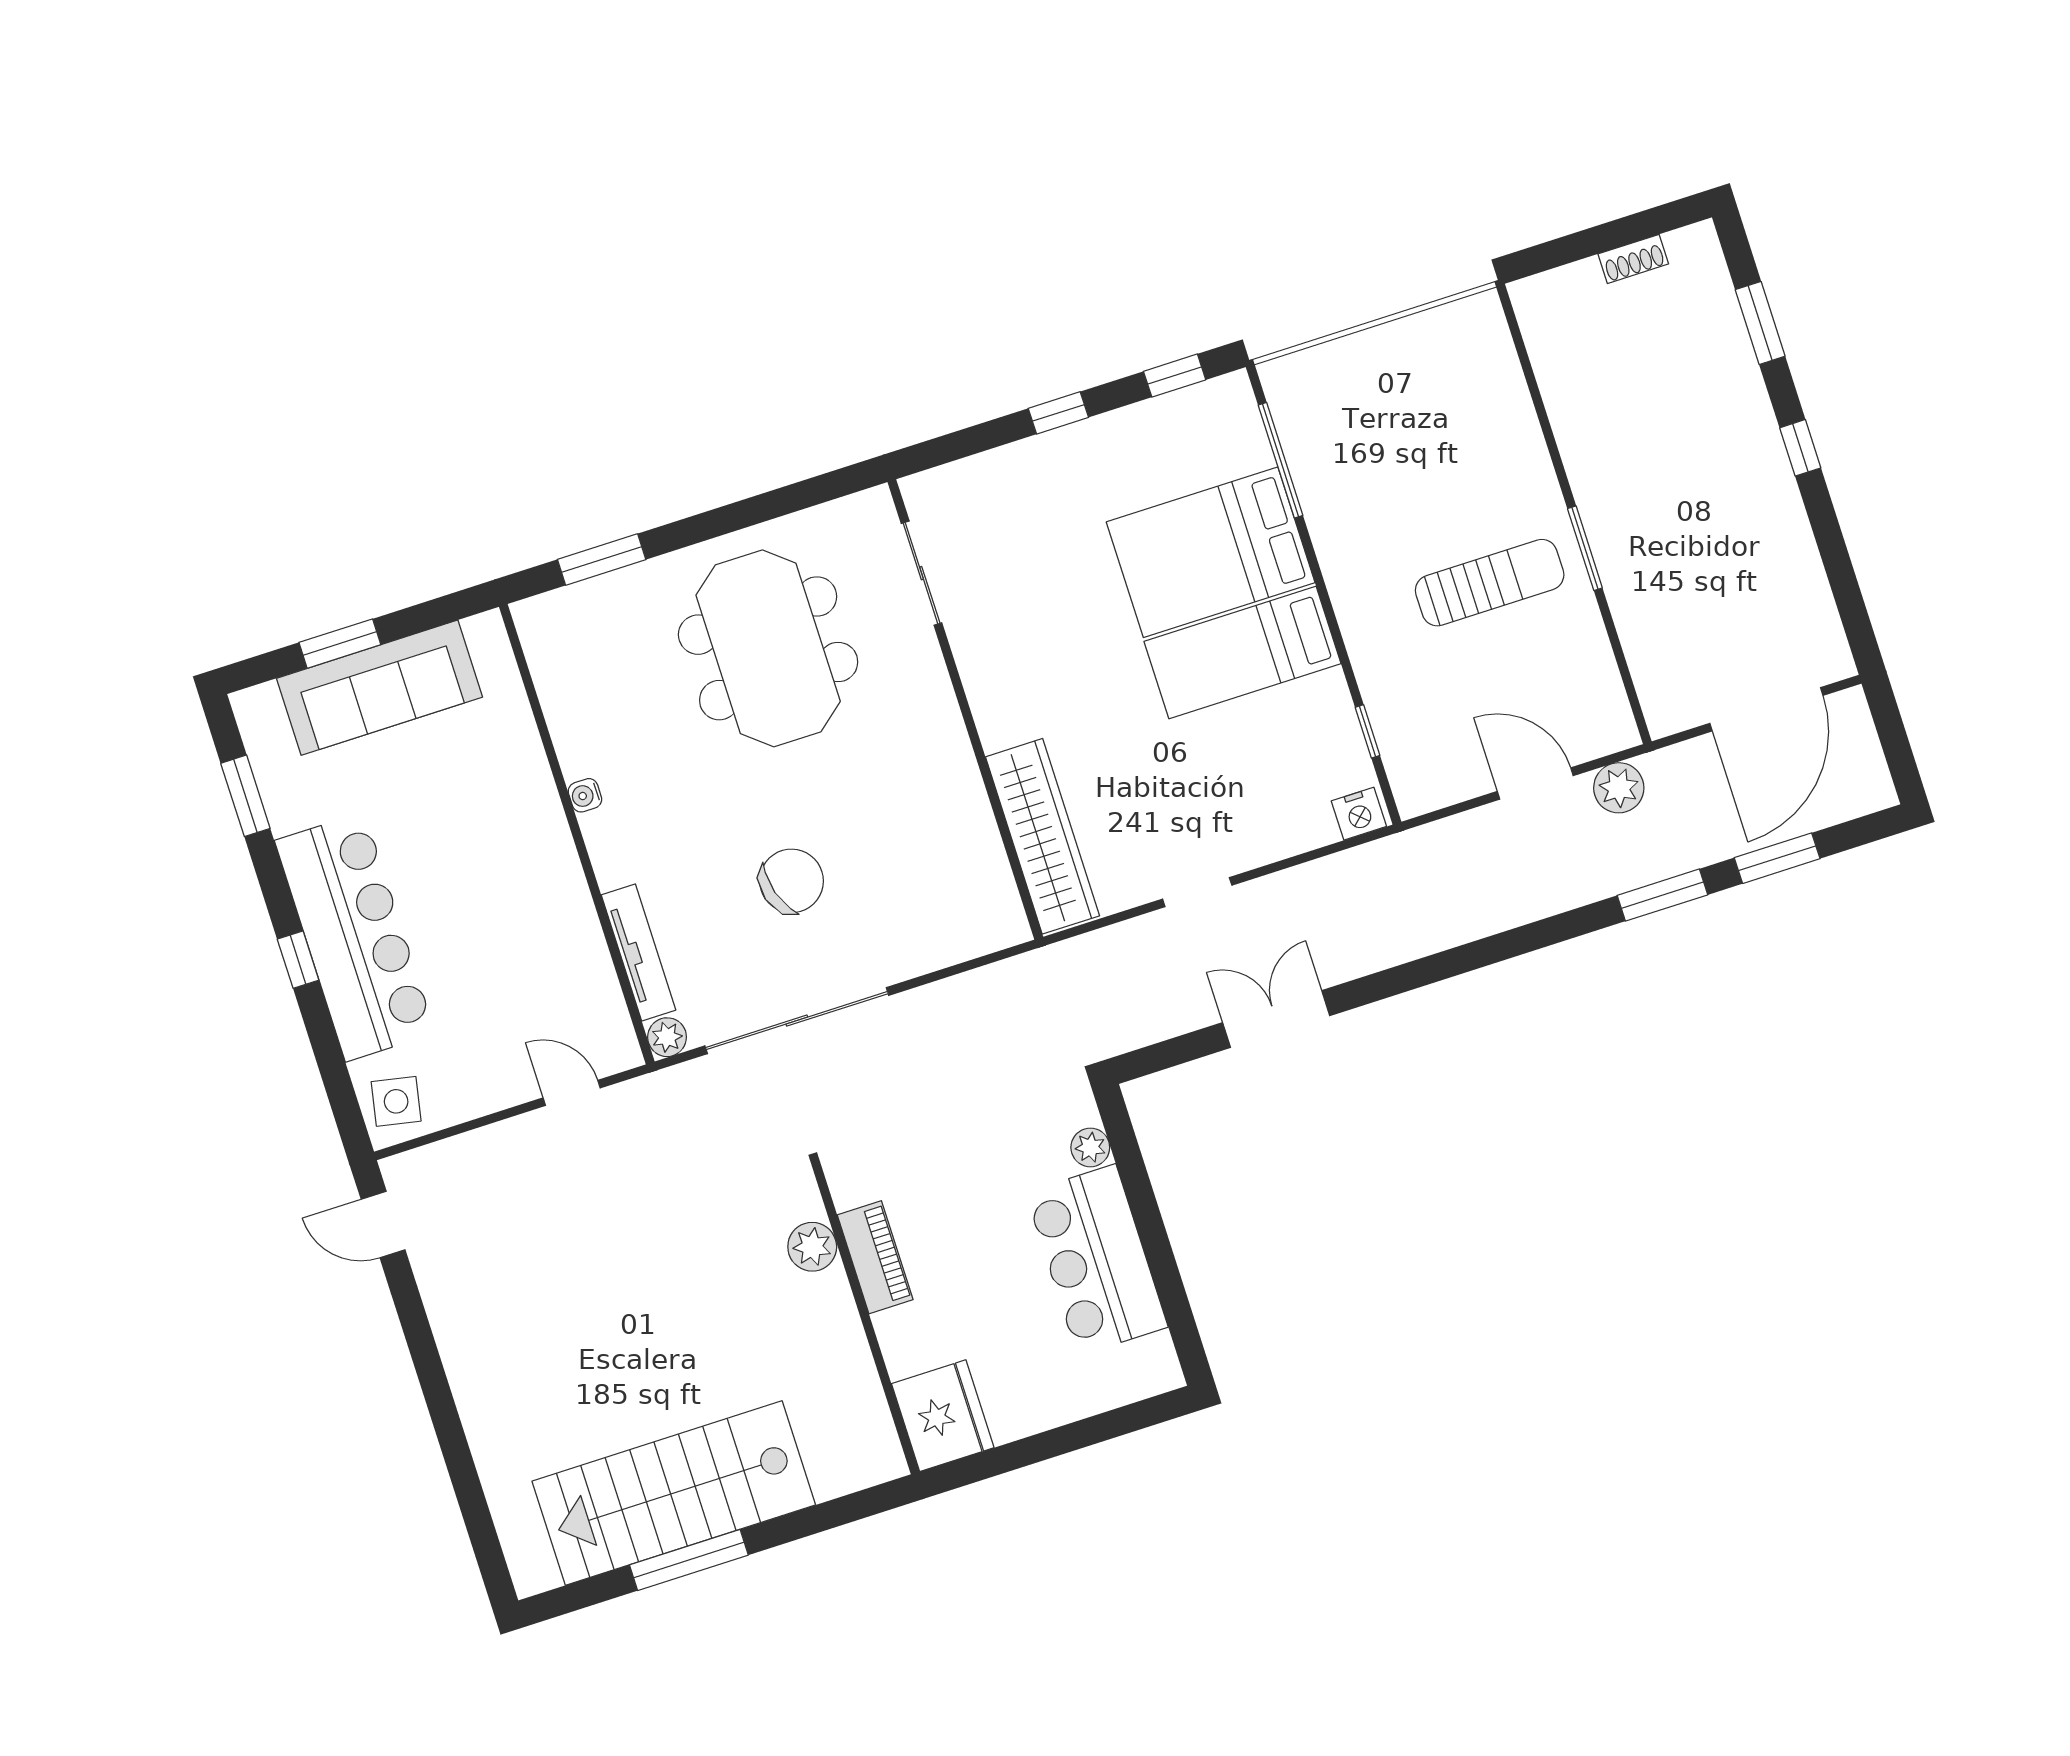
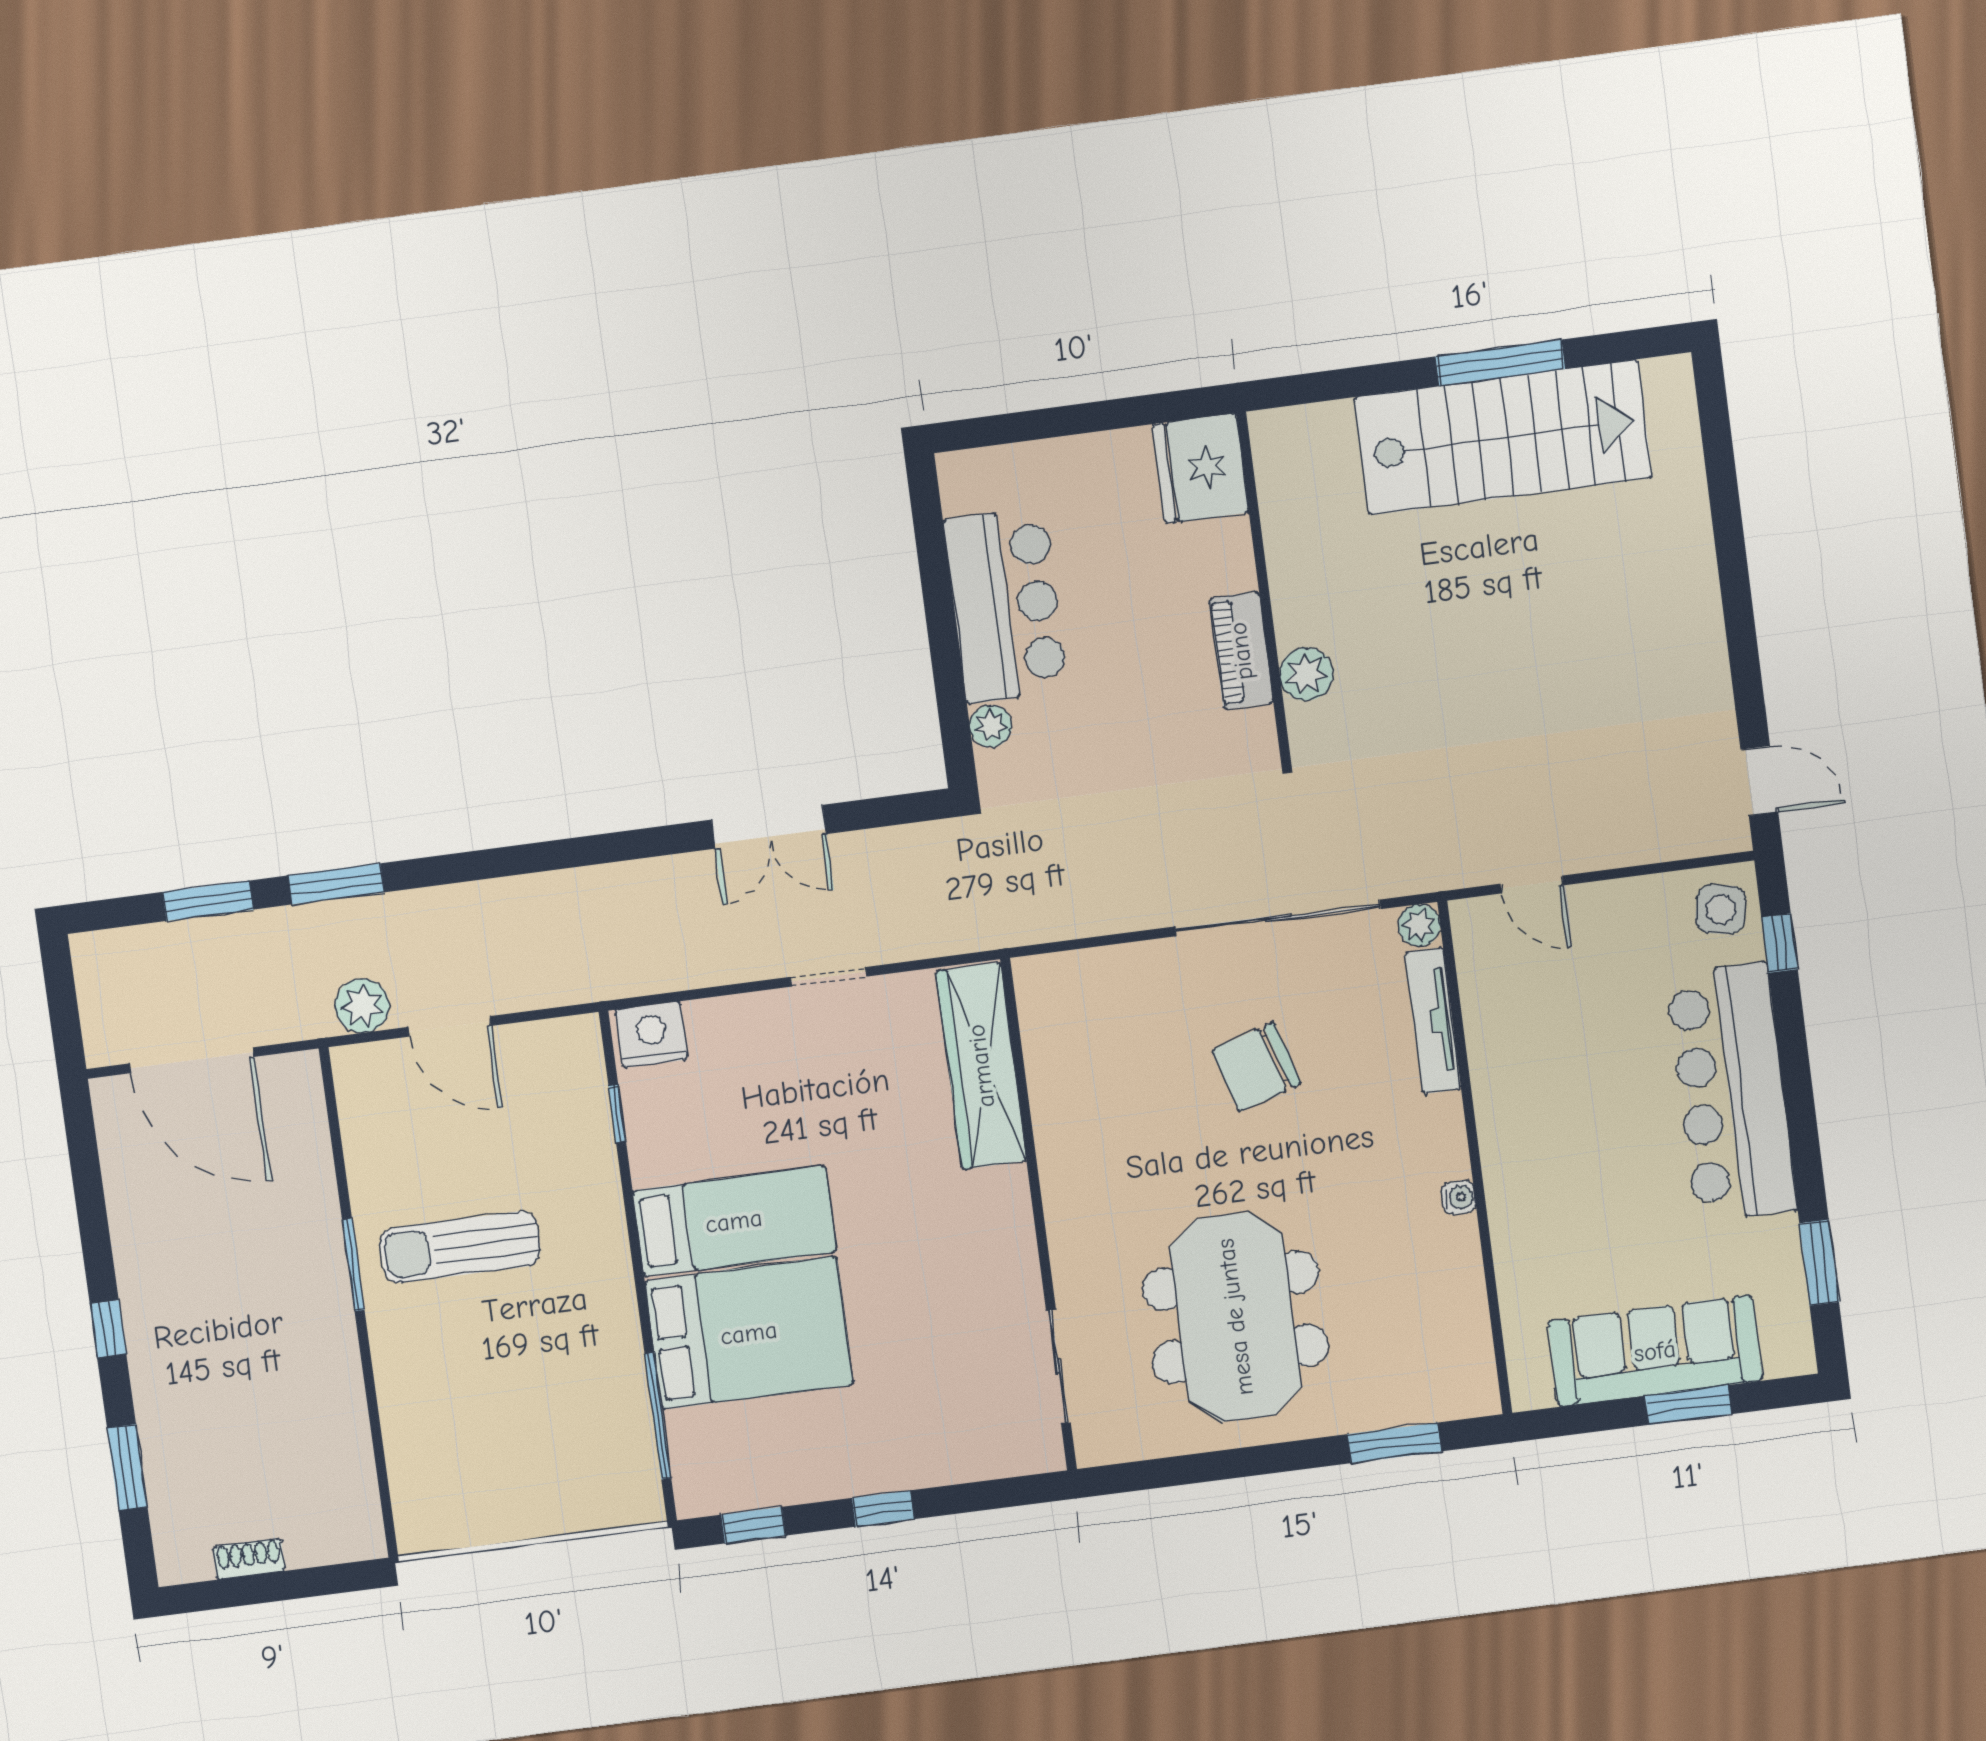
door: (1766, 709) -> (192, 1060), swing flipped
nightstand: (1359, 814) -> (651, 1035), width x1.36, depth x1.33
window: (298, 960) -> (1779, 943), moved

